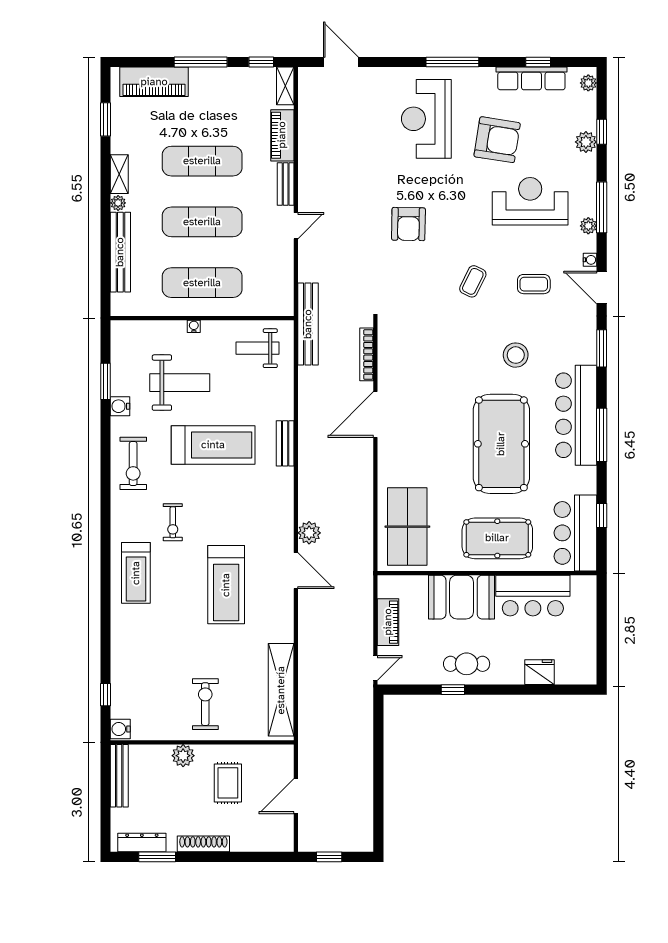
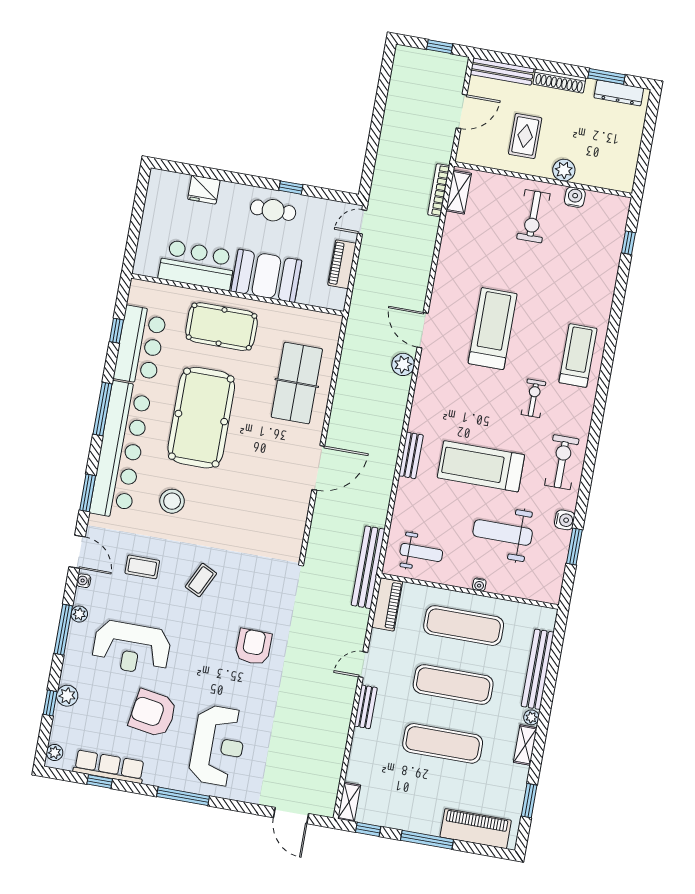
piano: (282, 135) -> (387, 605), moved
bookcase: (367, 354) -> (439, 190), moved, turned 180
bar counter: (576, 415) -> (121, 450), width x1.36
table tennis table: (407, 527) -> (297, 383), moved
bar counter: (575, 533) -> (140, 345), moved
shelving: (281, 690) -> (459, 192), width x0.45, depth x0.75
water cooler: (120, 729) -> (575, 197), moved, turned -90
bench: (119, 776) -> (502, 72), moved, turned 90

